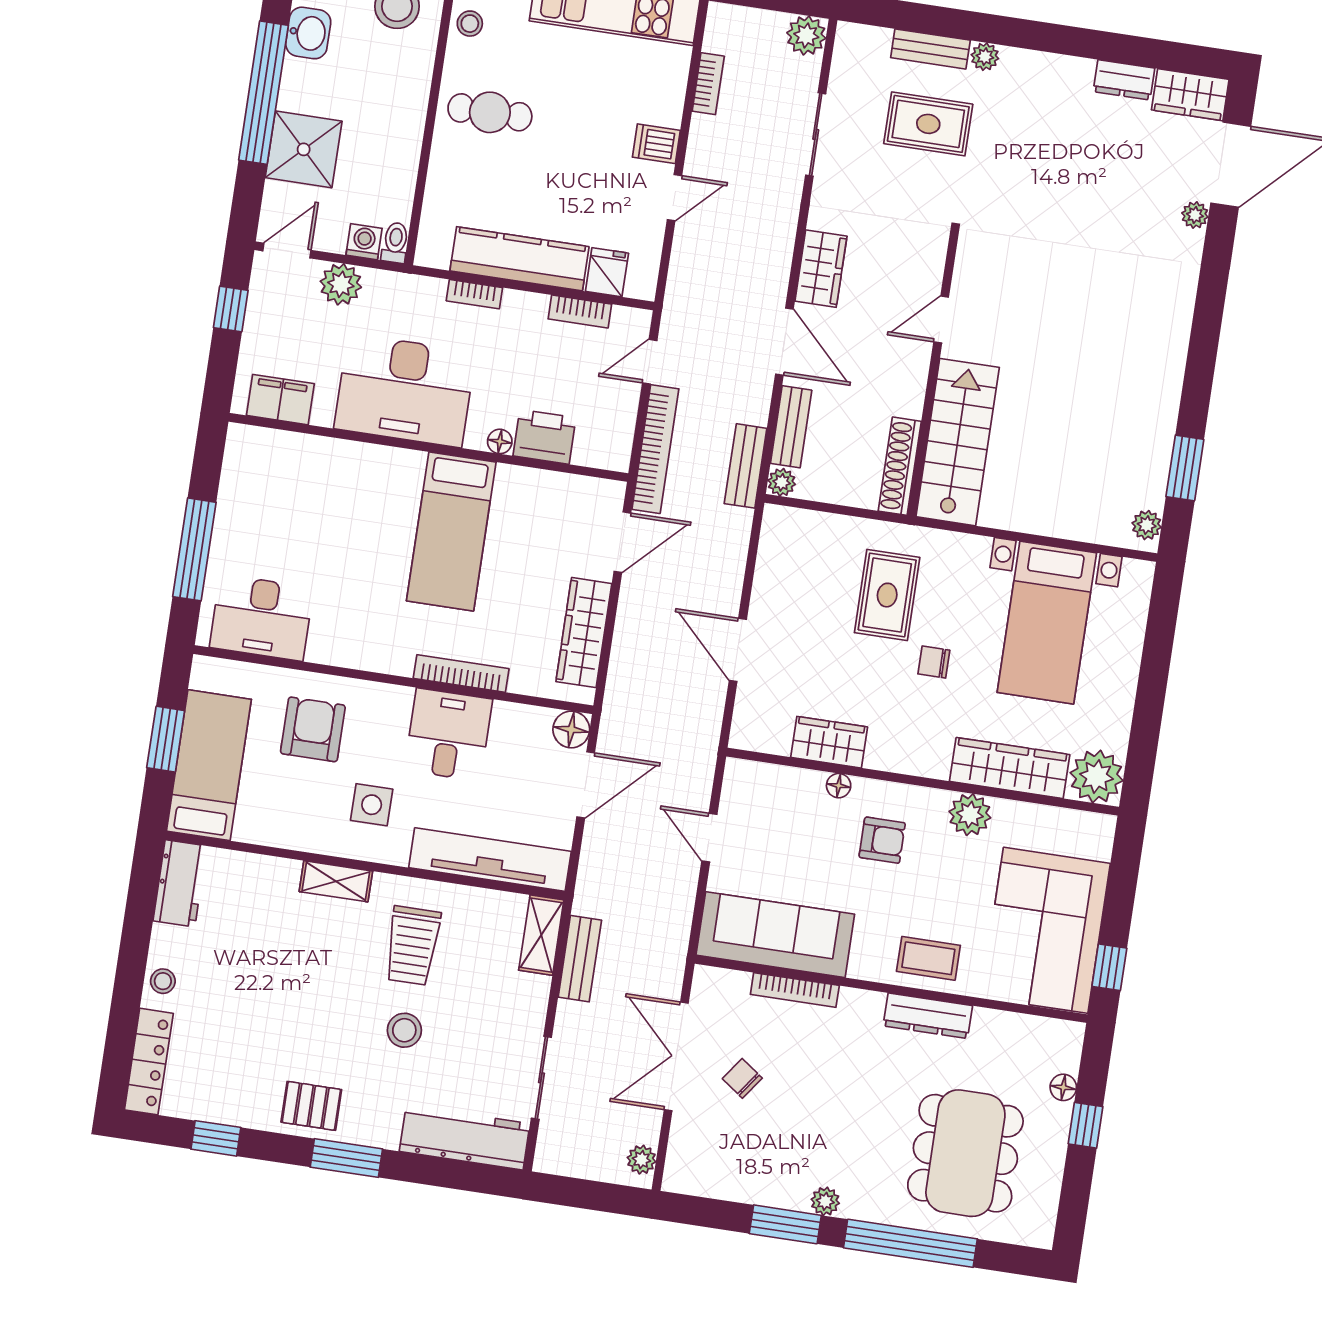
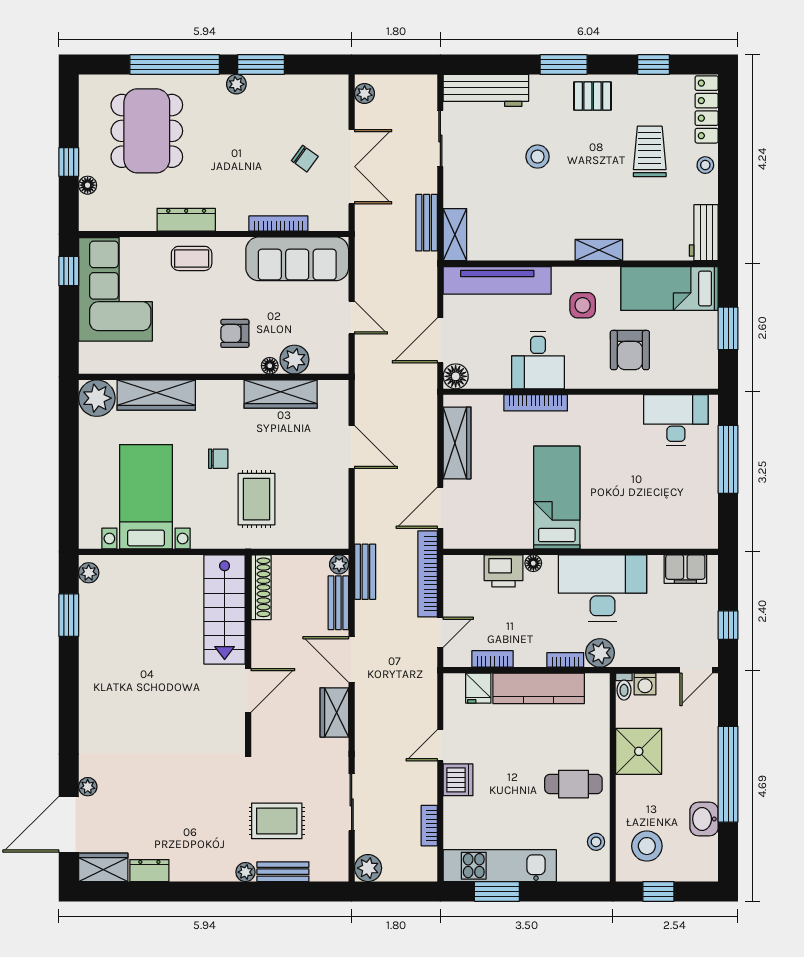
dishwasher: (656, 144) -> (458, 780), width x1.38
shower: (304, 149) -> (639, 751), moved
plant: (341, 284) -> (600, 653), moved
door: (941, 320) -> (248, 690), width x1.38
wardrobe: (829, 742) -> (281, 394), width x1.50
bed: (209, 765) -> (669, 288), moved, turned 90
plant: (970, 815) -> (294, 360), moved
trolley: (412, 946) -> (650, 151), moved

